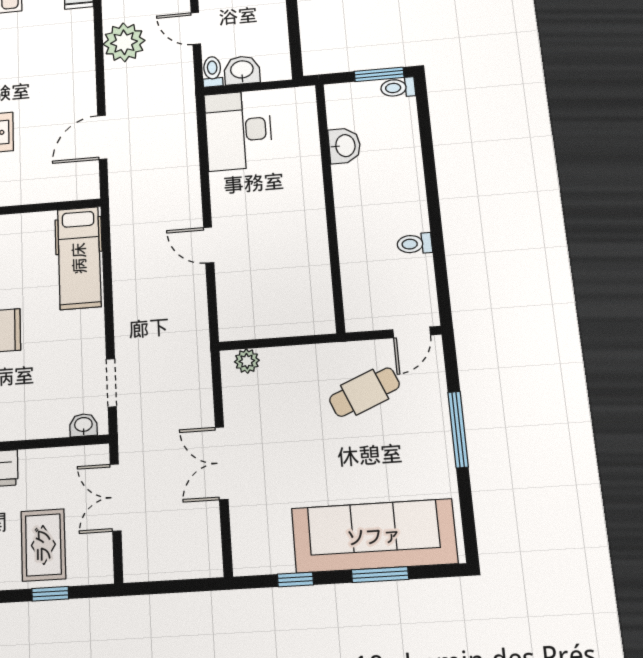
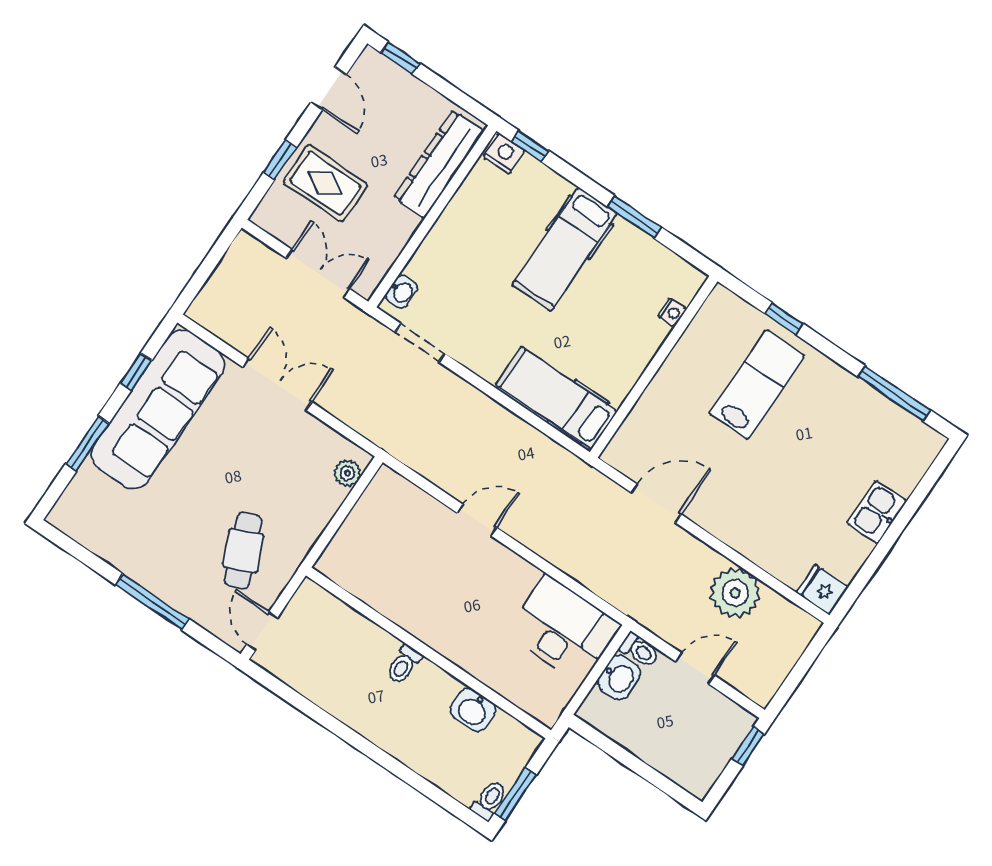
door: (102, 137) -> (656, 503), hinge flipped
toilet: (414, 244) -> (404, 664), moved, turned 180
sofa: (374, 536) -> (158, 409), moved

